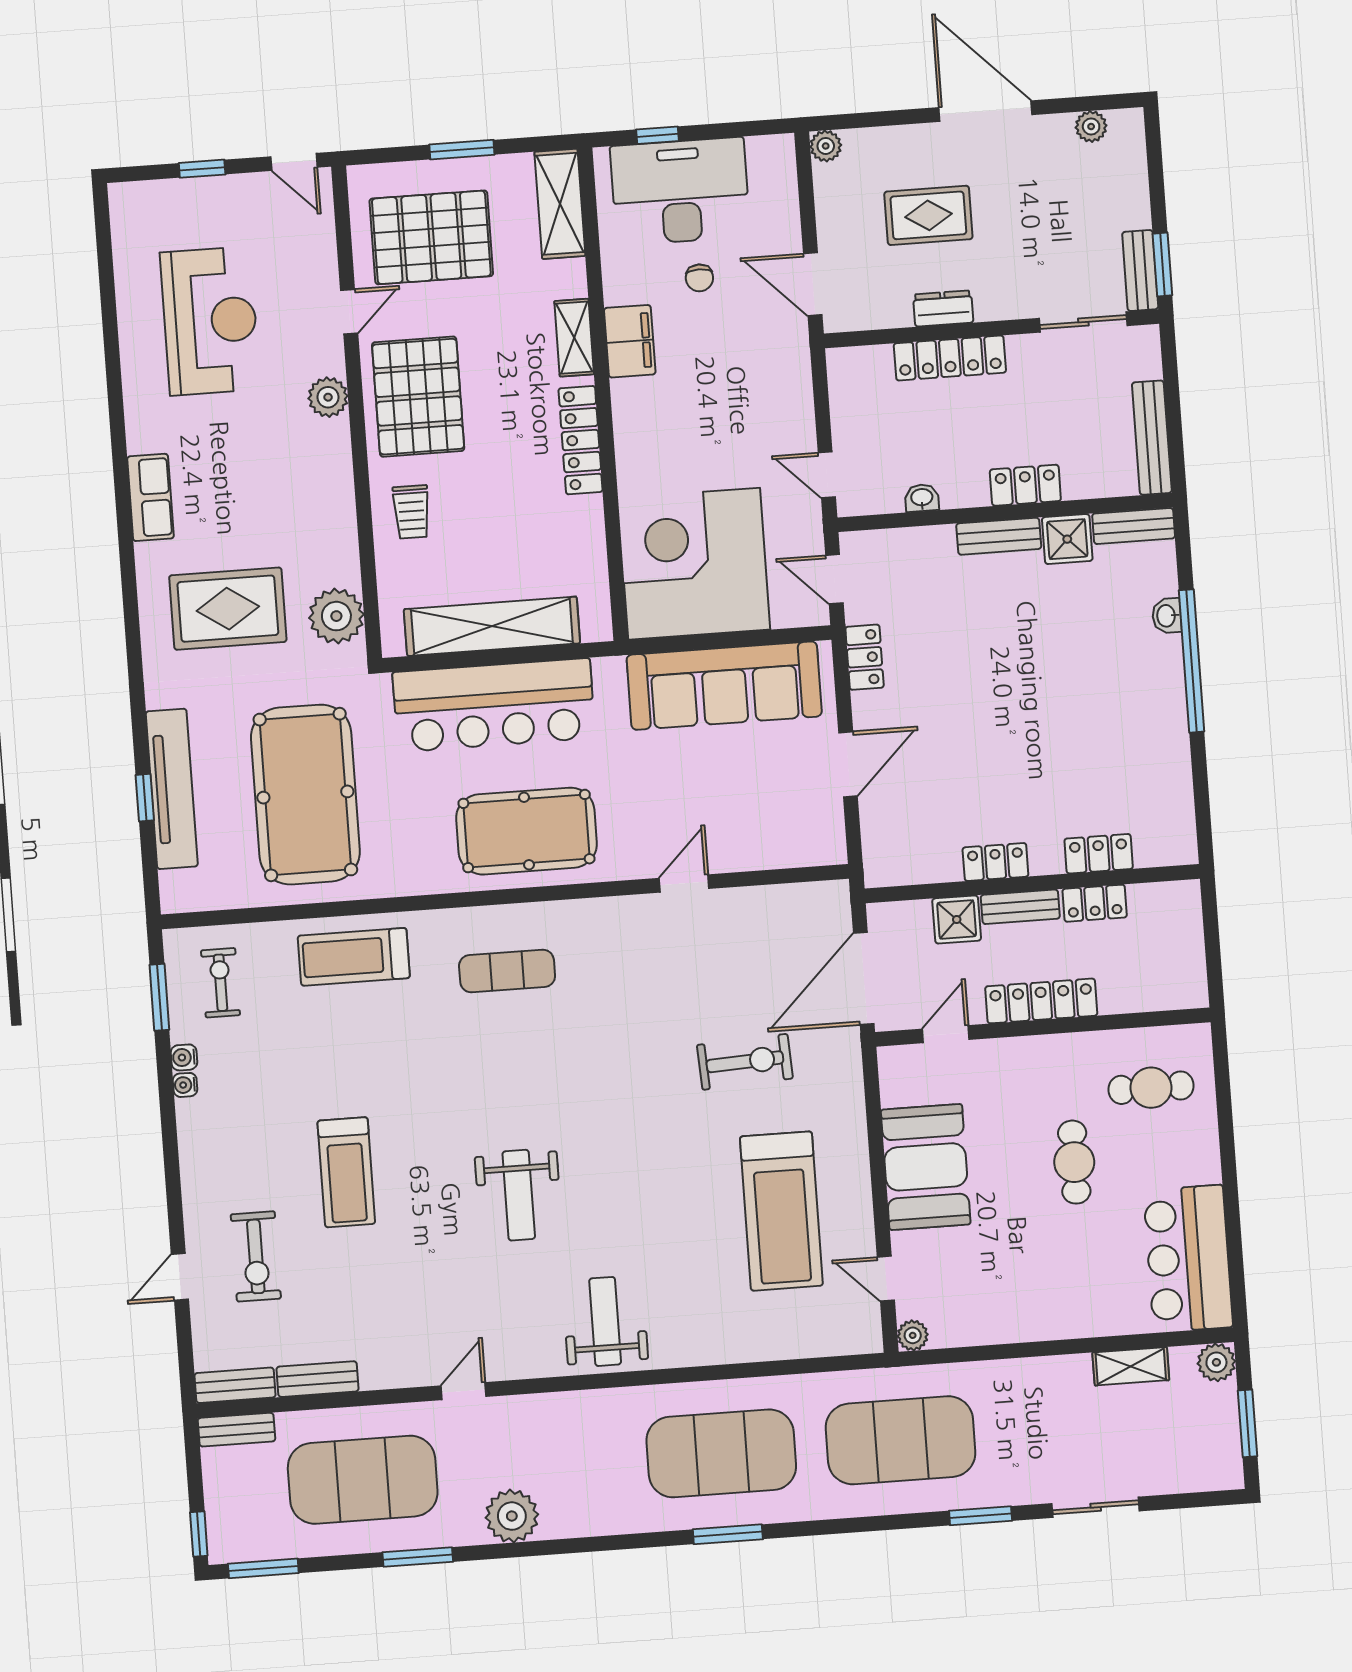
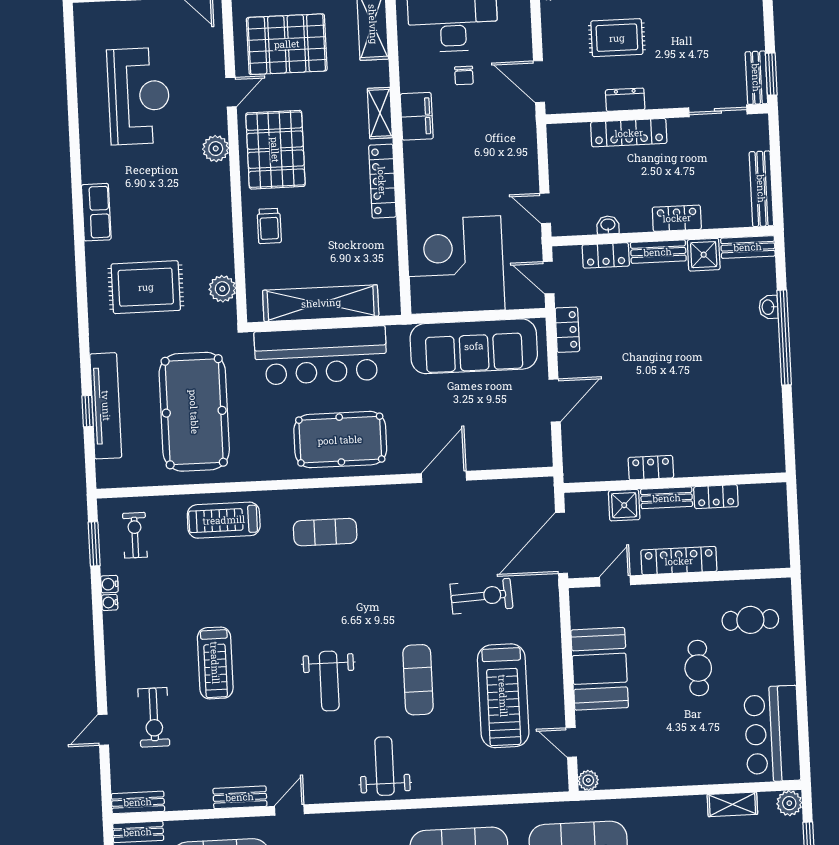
plant: (336, 616) -> (222, 289), width x0.73, depth x0.73
locker: (1099, 854) -> (606, 255), moved, turned 180
door: (684, 883) -> (444, 477), width x1.38
exercise mat: (652, 1190) -> (418, 680), added
bench: (317, 1379) -> (240, 797), moved

